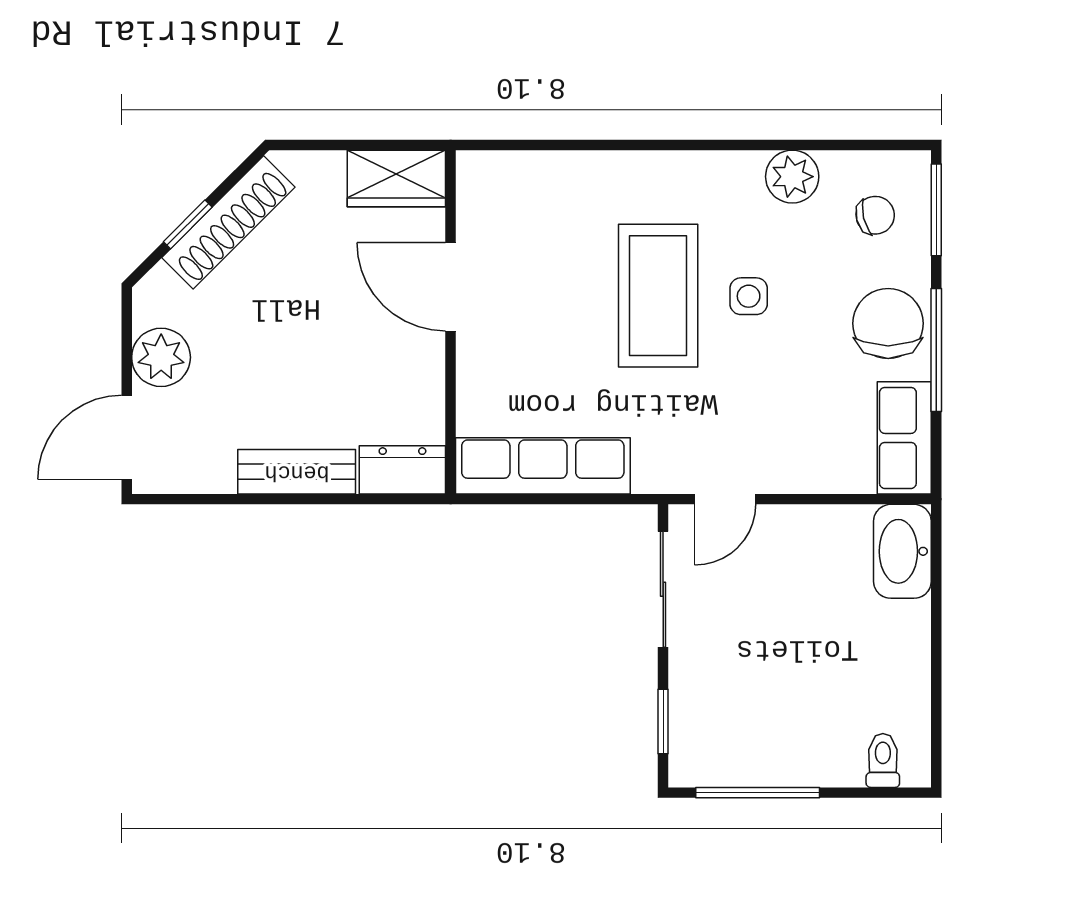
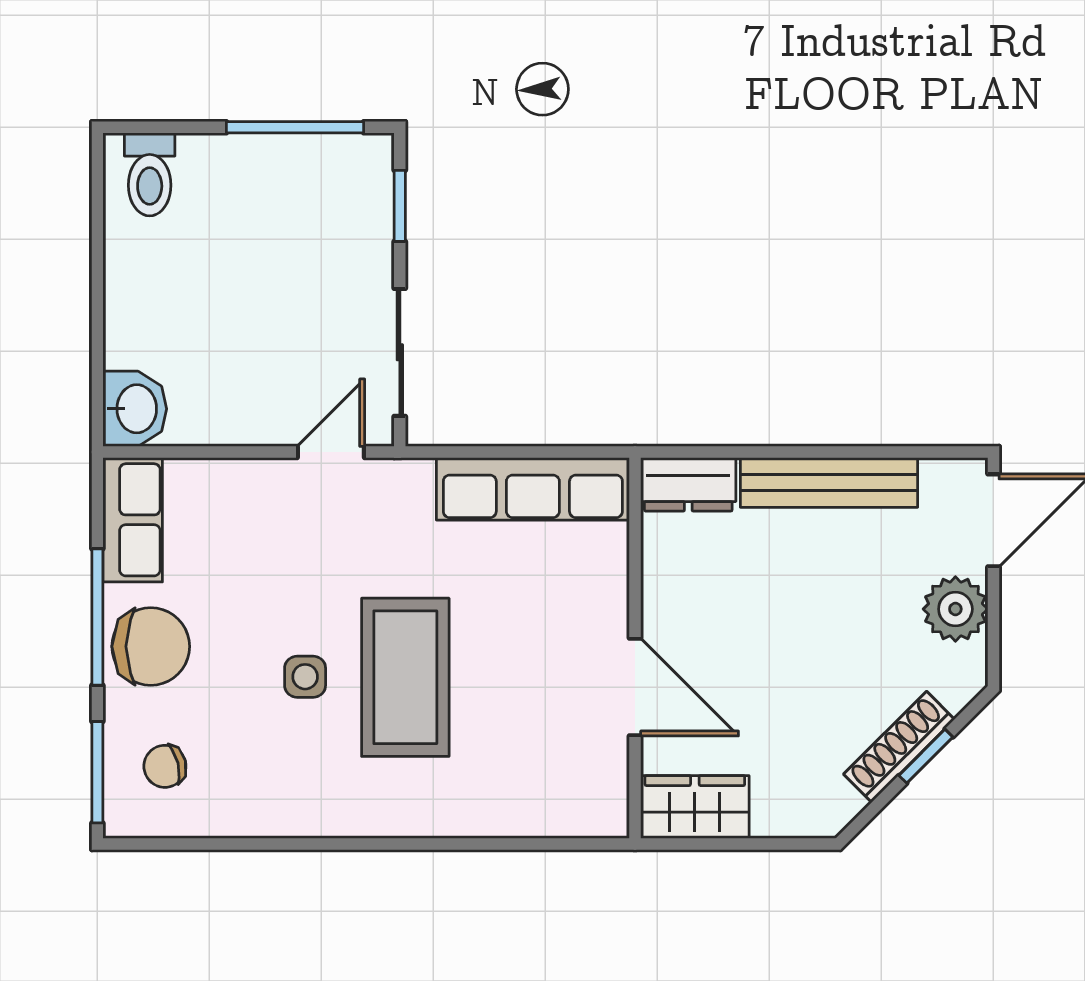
plant: (792, 177) -> (257, 809), removed
shoe rack: (228, 222) -> (899, 747), width x0.74, depth x0.81
chair: (888, 323) -> (151, 646), turned -90
bench: (297, 472) -> (829, 482), width x1.36
washbasin: (902, 551) -> (135, 409), width x0.72
toilet: (883, 760) -> (150, 174), width x1.37, depth x1.39

